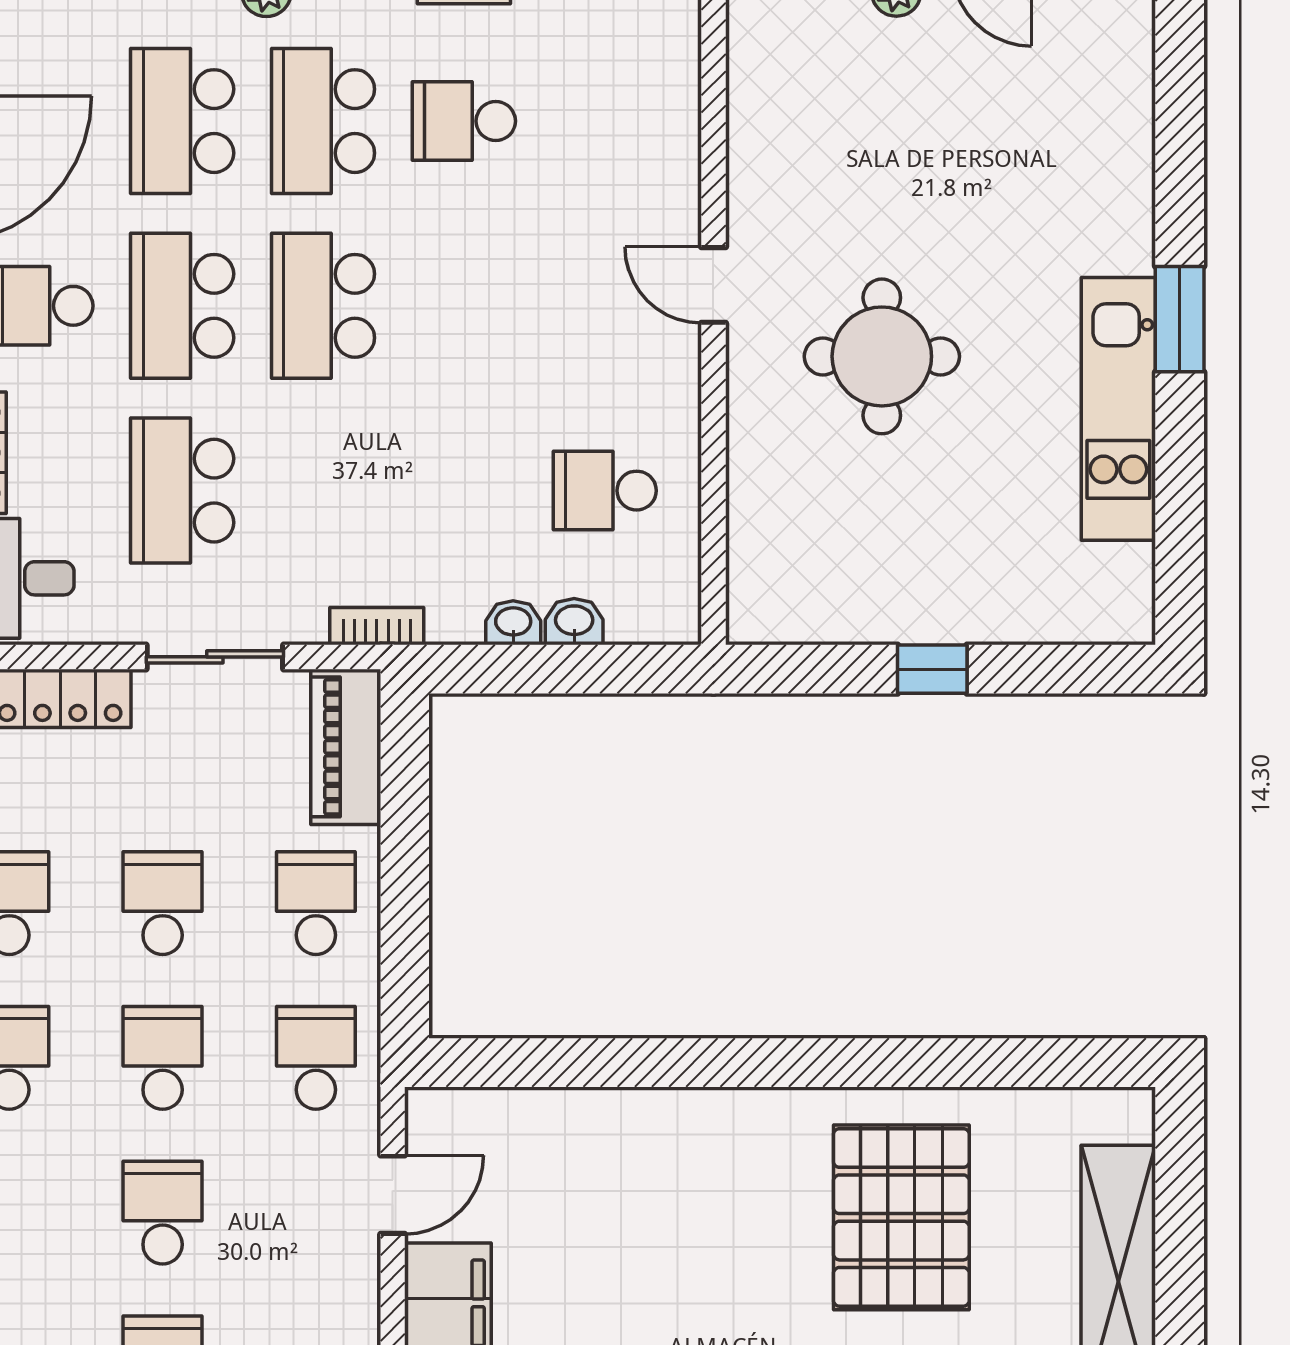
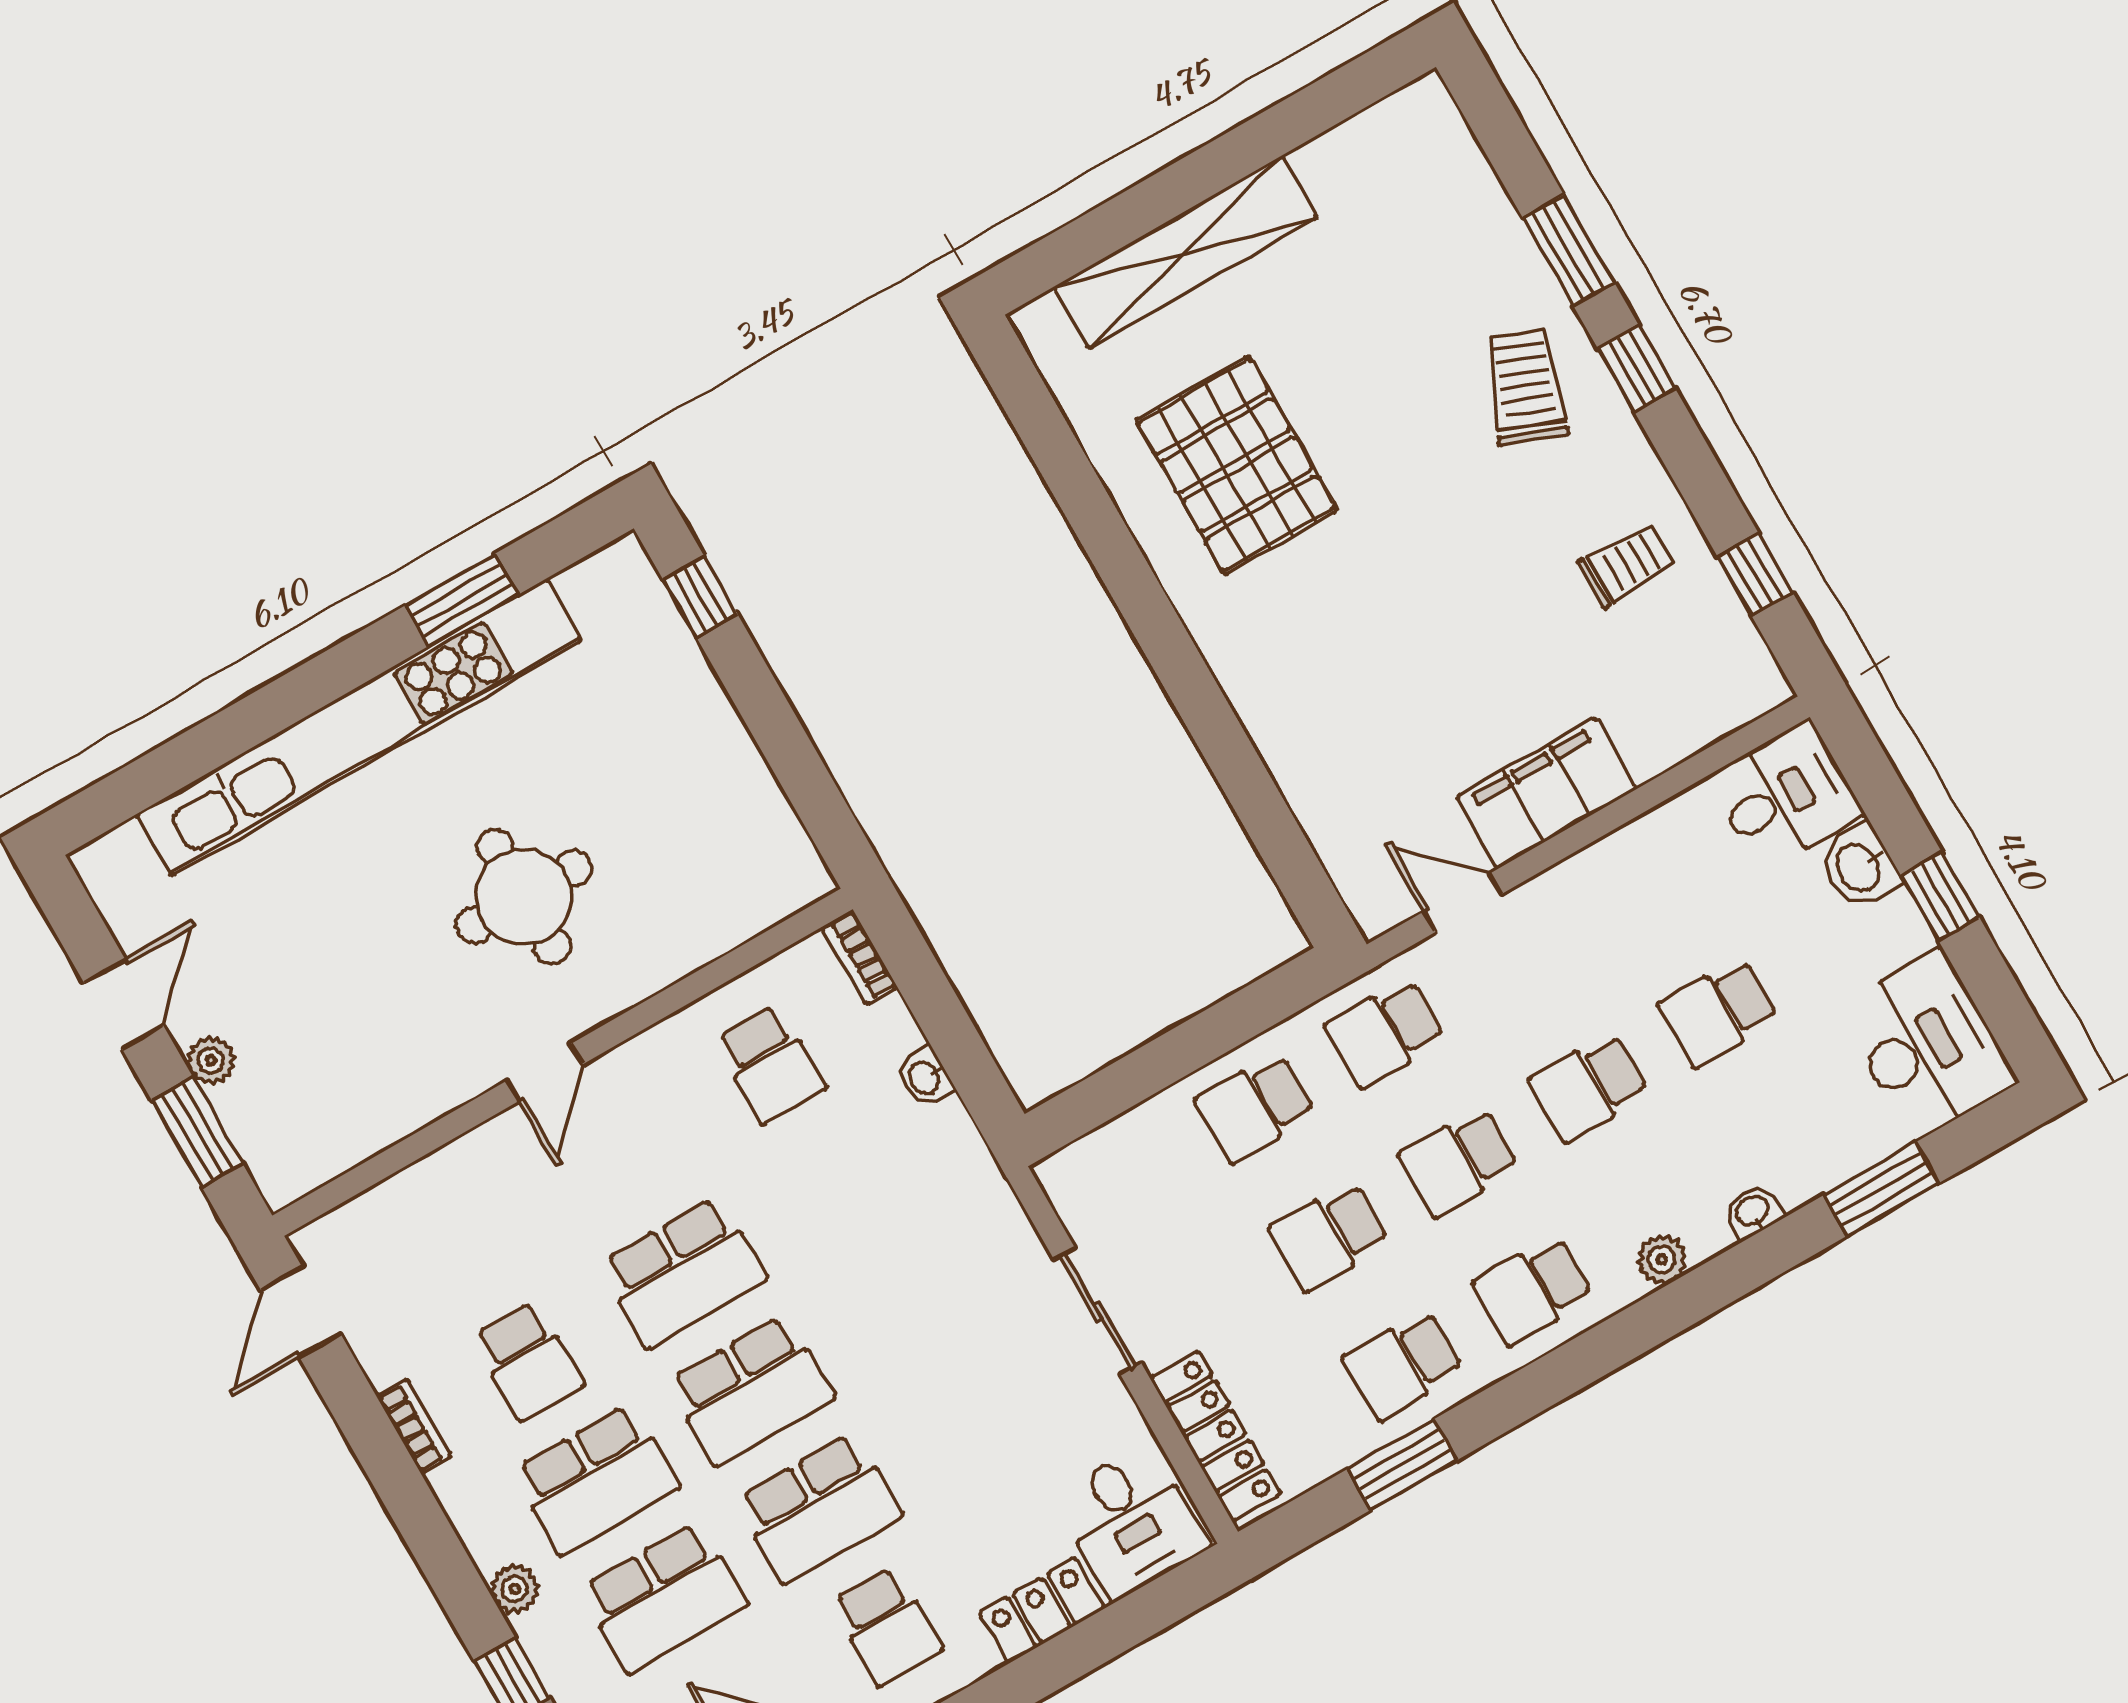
window: (1180, 319) -> (462, 600), moved
kitchen unit: (1118, 409) -> (359, 727), width x1.86
school desk: (182, 491) -> (683, 1272), moved
washbasin: (574, 622) -> (895, 1027), removed
bookcase: (377, 626) -> (860, 957), moved
window: (932, 669) -> (700, 597), moved
piano: (346, 747) -> (1110, 1158), removed
pallet: (901, 1217) -> (1237, 465), turned 90

